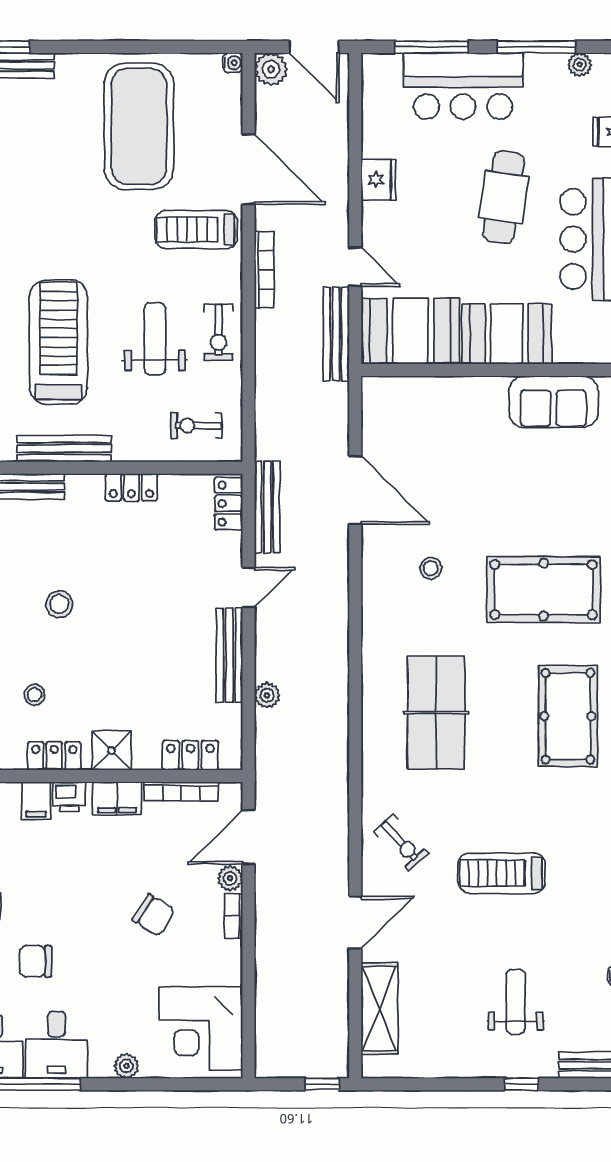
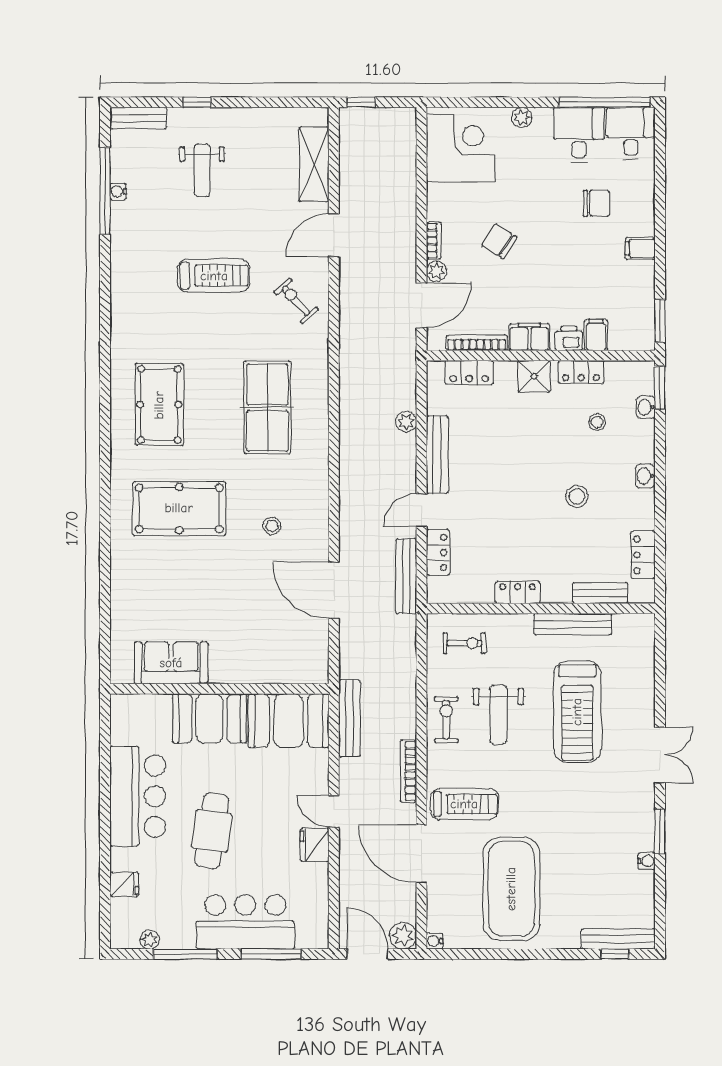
door: (355, 267) -> (334, 811), moved
locker: (229, 504) -> (438, 552), moved

